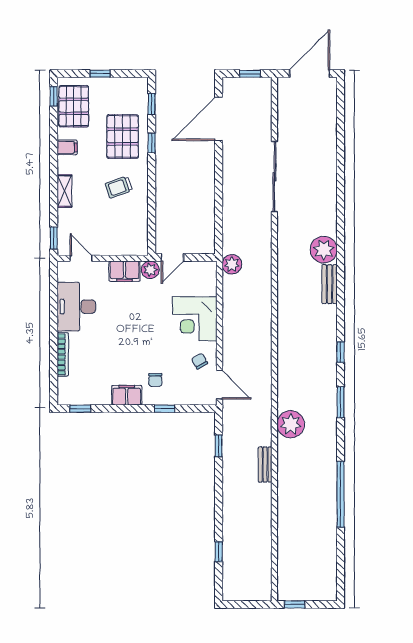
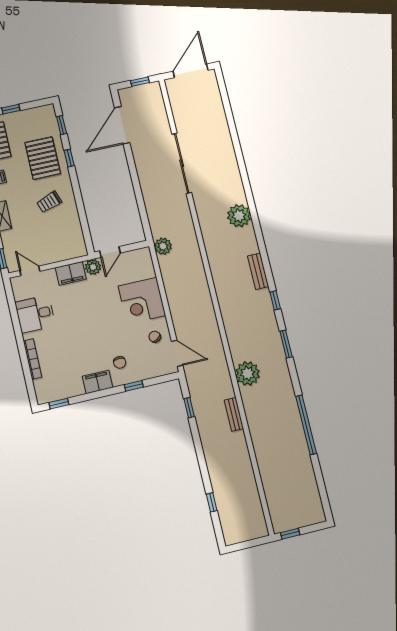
bench: (330, 284) -> (258, 271), moved
desk: (76, 307) -> (35, 314), width x0.73

